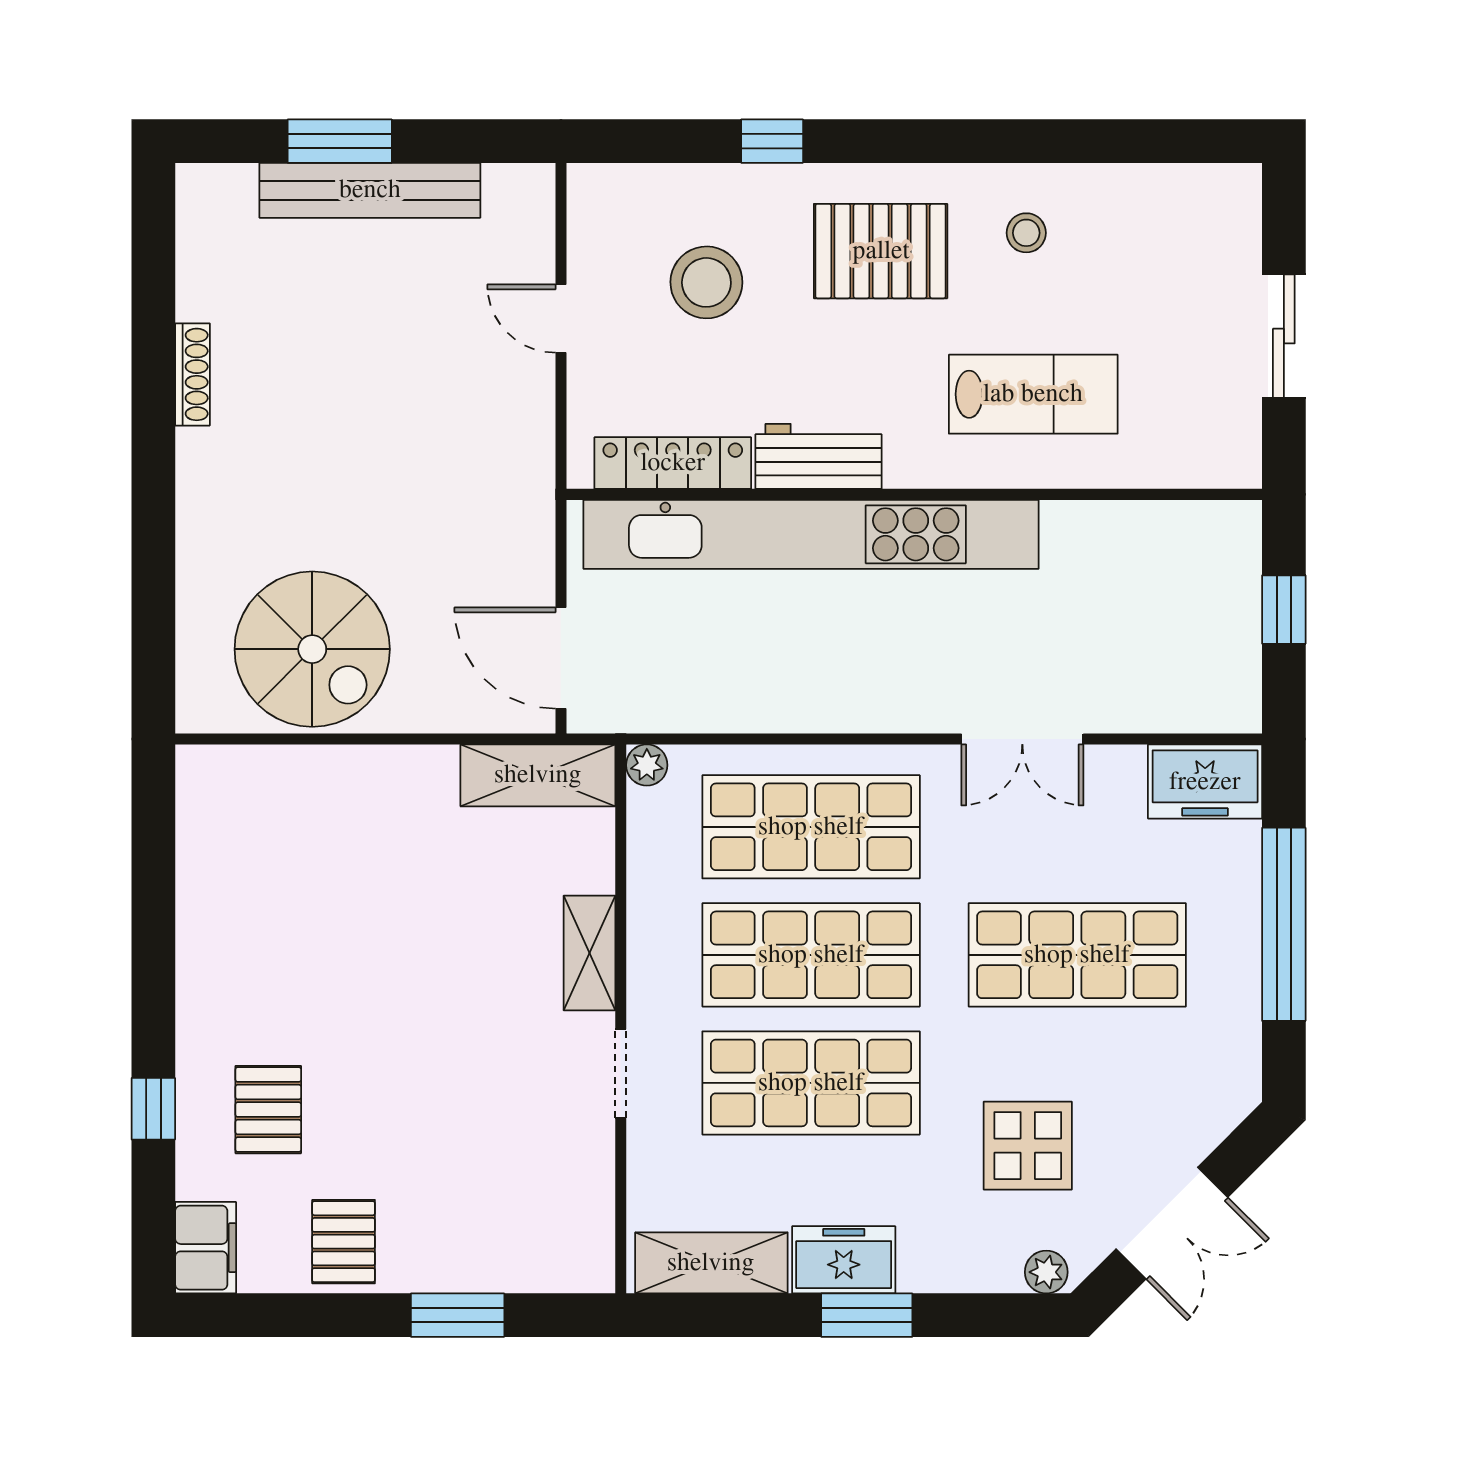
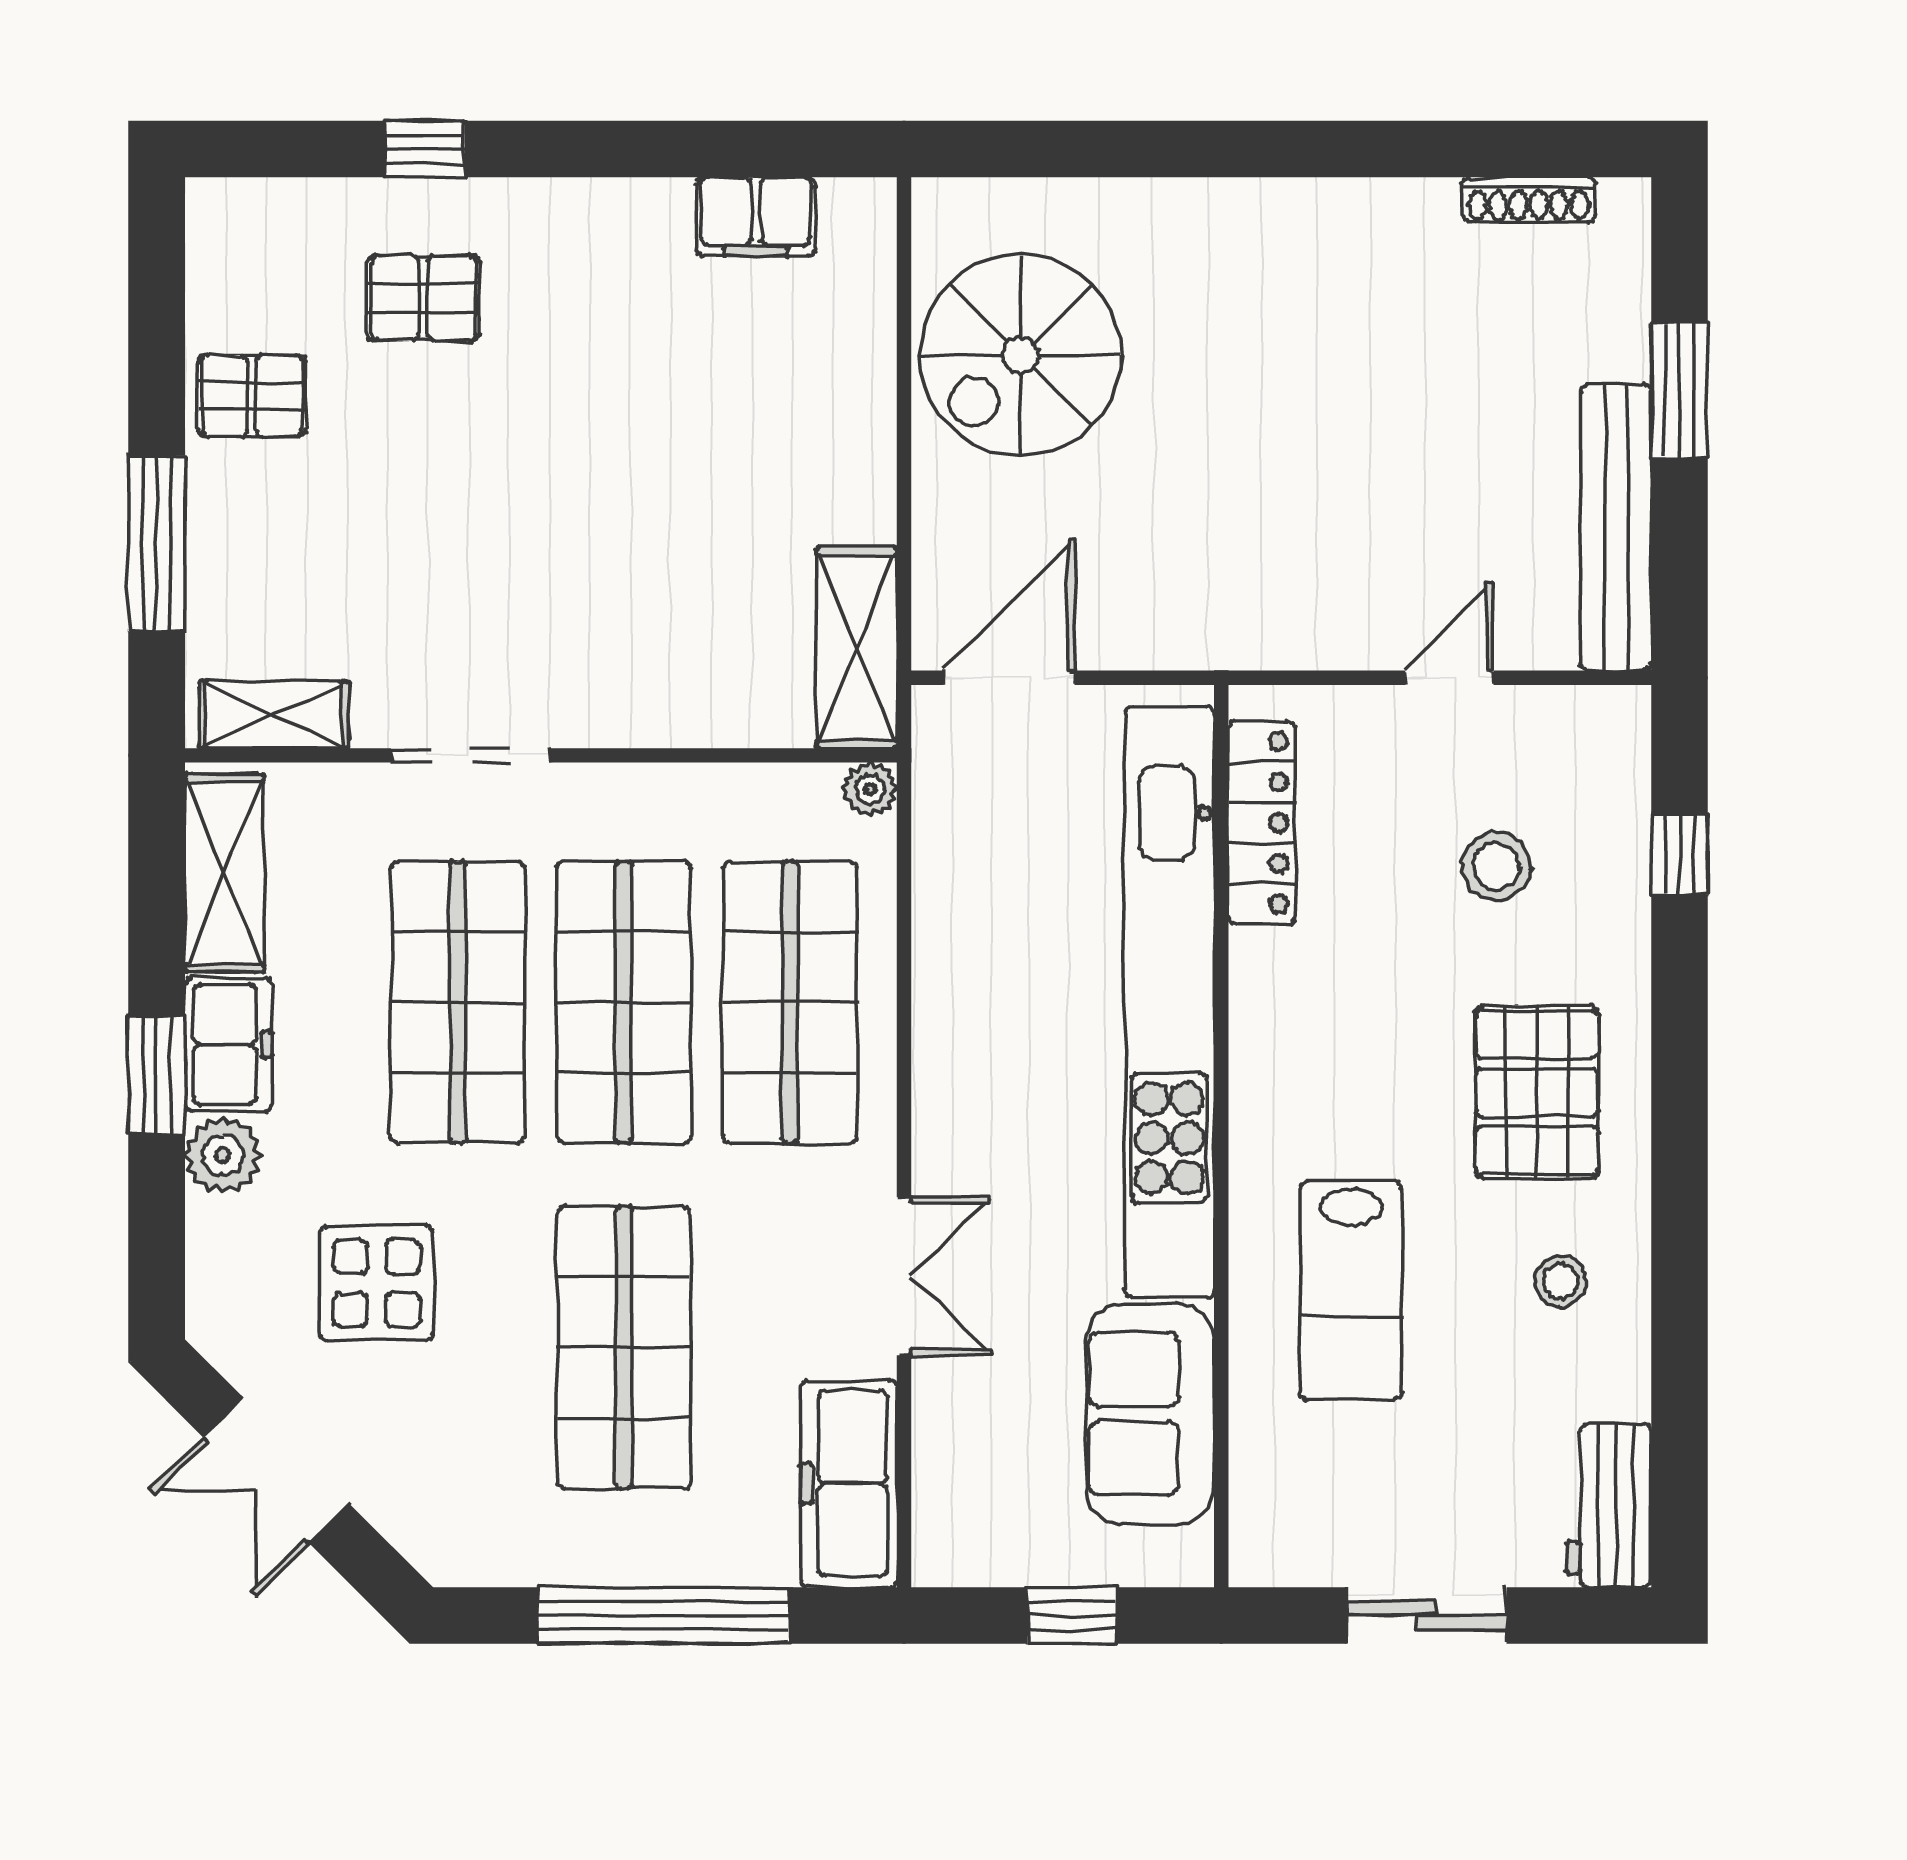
window: (772, 141) -> (1680, 854), moved
bench: (370, 190) -> (1616, 527), moved
stool: (706, 282) -> (1496, 866), width x0.73, depth x0.73
shoe rack: (192, 374) -> (1529, 200), moved
workbench: (818, 456) -> (1609, 1505), moved, turned 180
sofa: (1128, 549) -> (1150, 1414), added
double door: (1022, 739) -> (904, 1276), swing flipped
freezer: (1205, 782) -> (849, 1484), width x1.40
shelving: (589, 953) -> (274, 715), moved
doorway: (621, 1073) -> (470, 755), width x1.38
filing cabinet: (206, 1248) -> (756, 217), moved
plant: (1046, 1272) -> (223, 1155), moved, width x1.38, depth x1.38
window: (458, 1315) -> (157, 544), width x1.44

